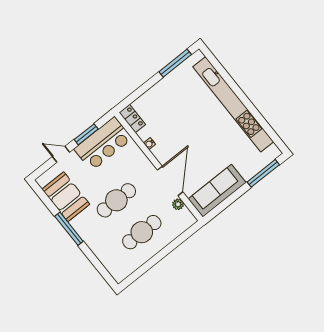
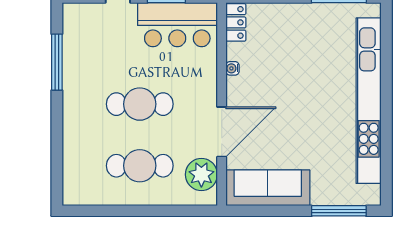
booth: (66, 197) -> (83, 52), removed
plant: (178, 204) -> (201, 175), width x1.88, depth x1.88
window: (69, 229) -> (57, 62), moved

